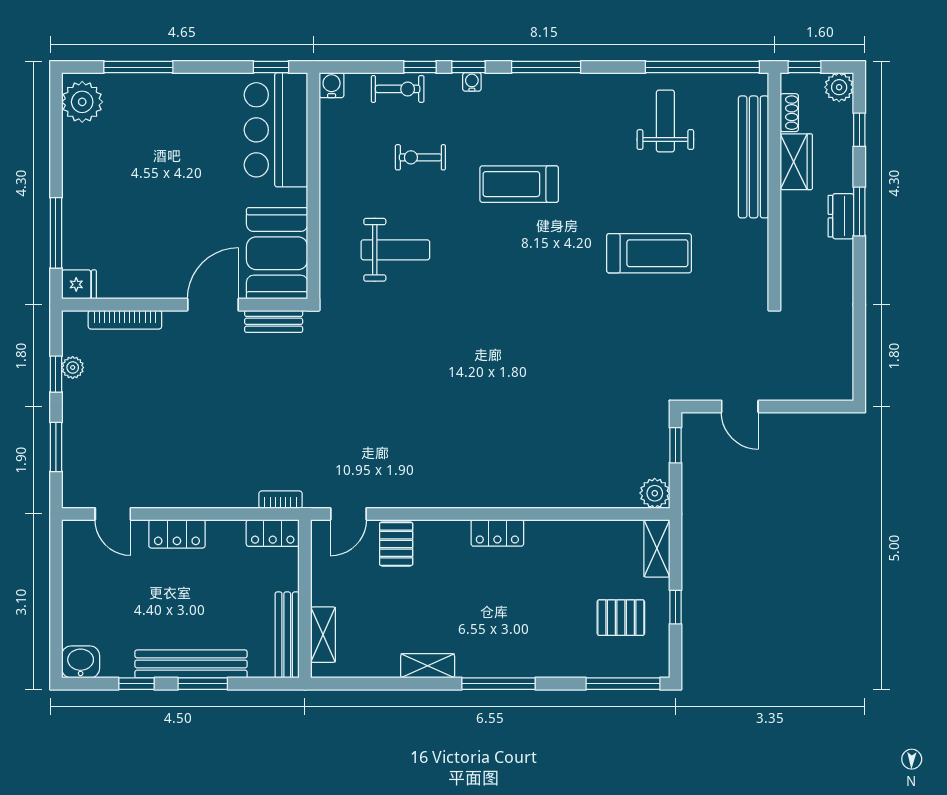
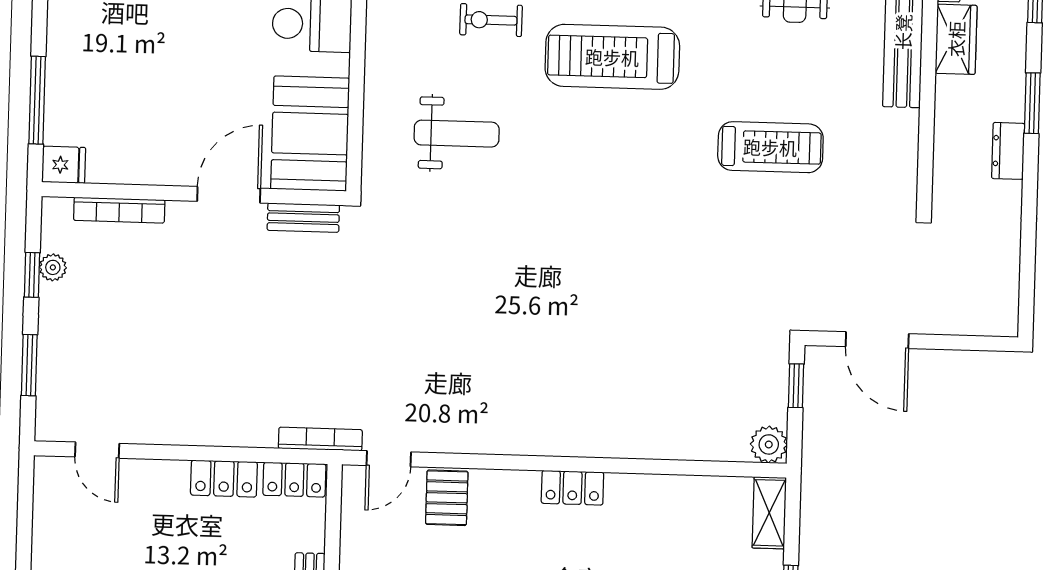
treadmill: (519, 184) -> (612, 57), width x1.37, depth x1.38
dresser: (841, 216) -> (1008, 151), moved
door: (740, 406) -> (877, 340), width x1.37
bookcase: (281, 500) -> (320, 439), width x1.56
locker: (177, 534) -> (224, 479), moved

